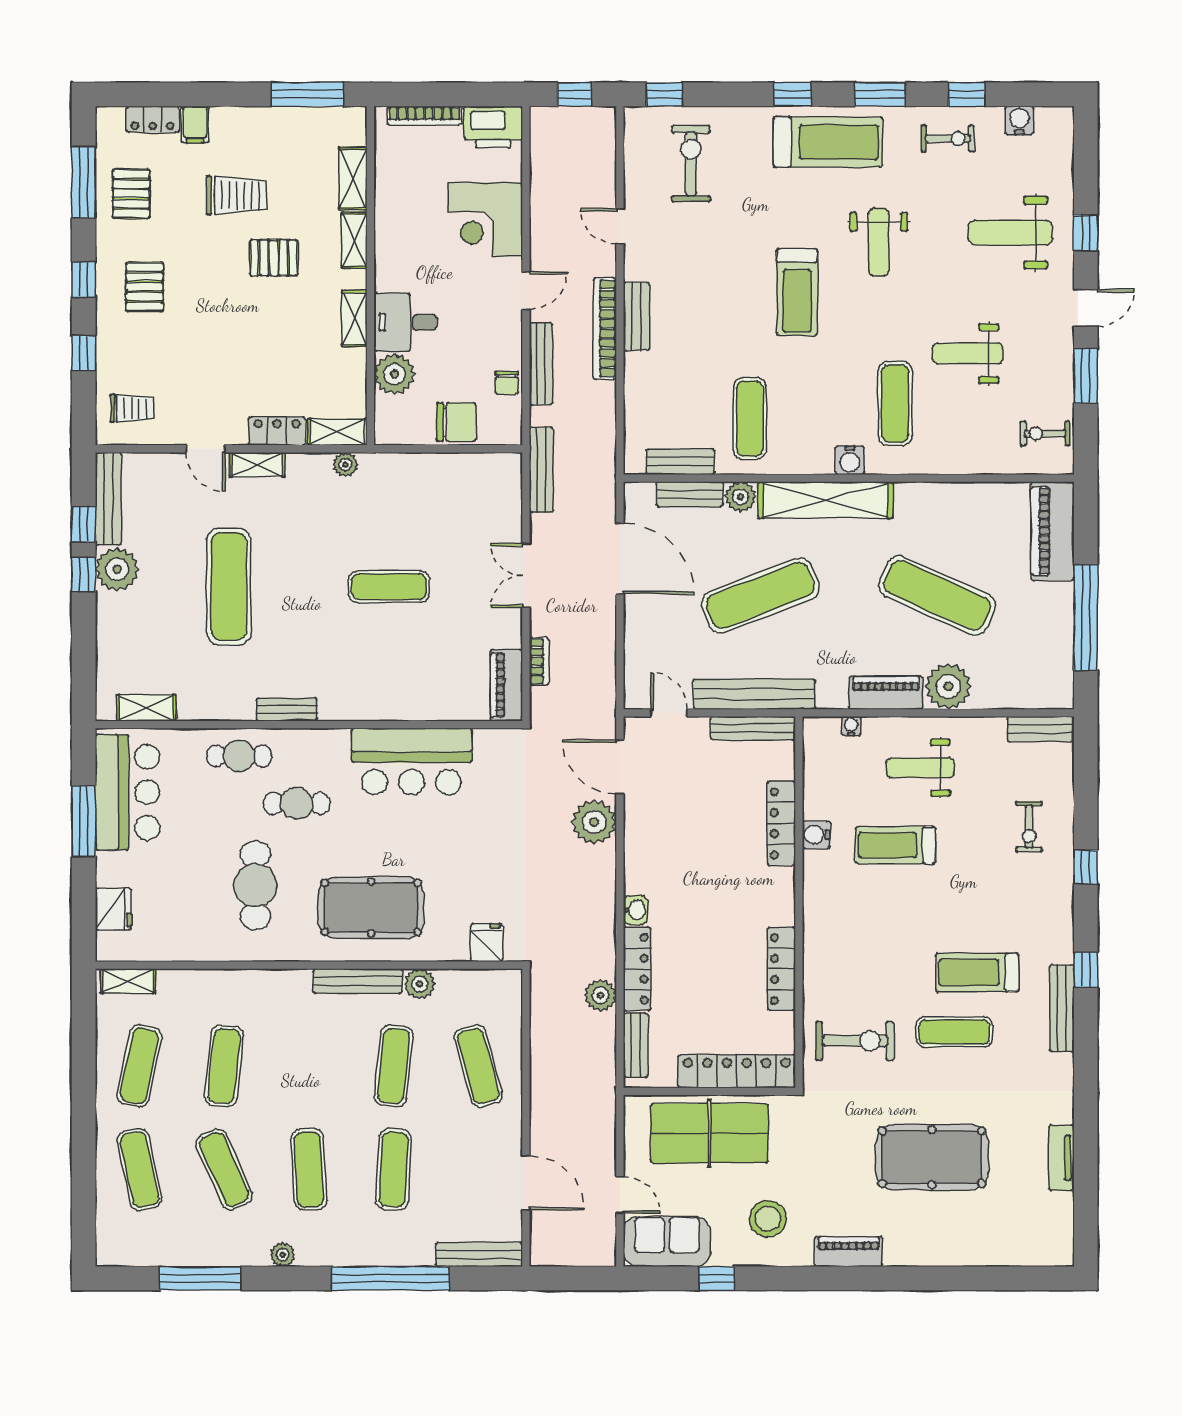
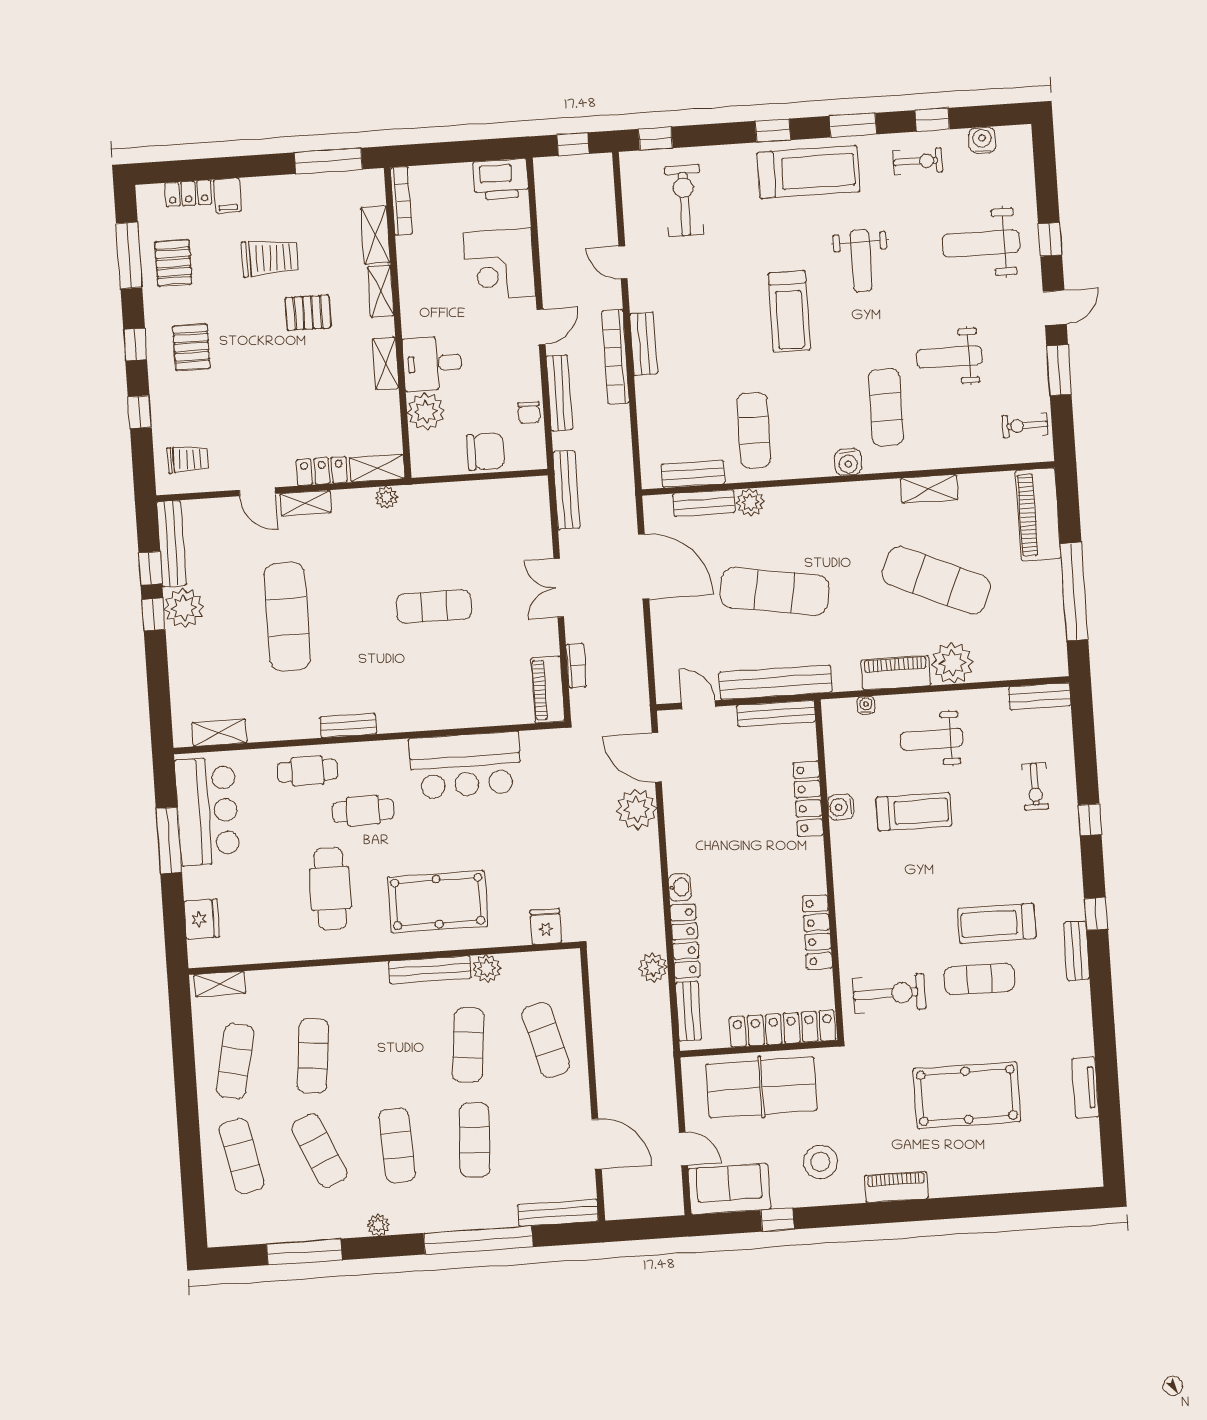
bookcase: (424, 116) -> (401, 201), moved, turned -90
shelving: (825, 500) -> (929, 489), moved, width x0.45, depth x0.75
exercise mat: (760, 595) -> (775, 591), turned 30
treadmill: (895, 845) -> (914, 812), turned 180
bench: (1062, 1008) -> (1077, 951), width x0.73

